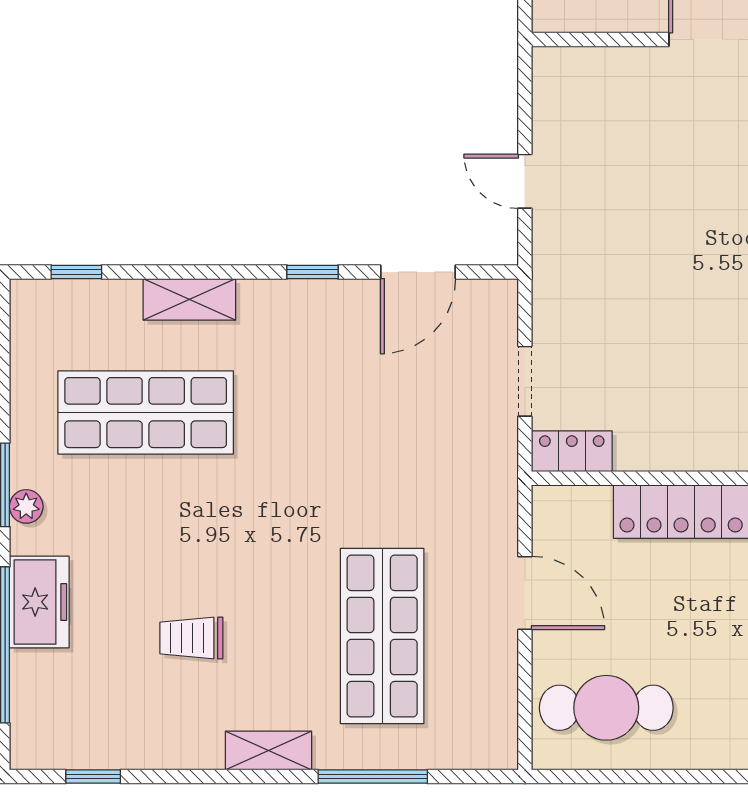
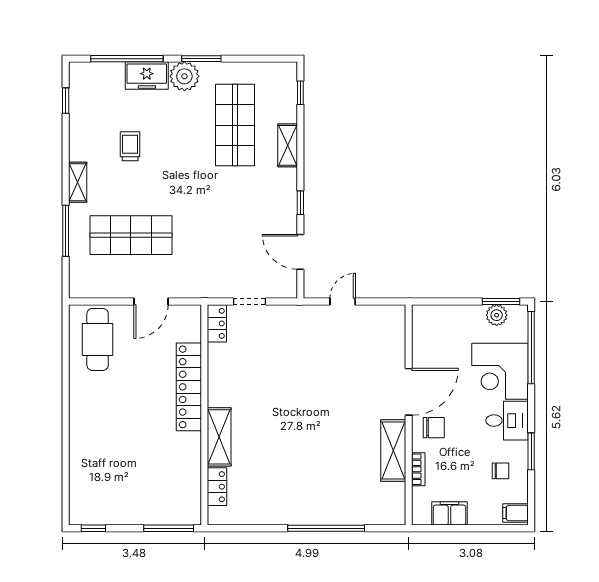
plant: (26, 506) -> (184, 76), width x1.88, depth x1.88

